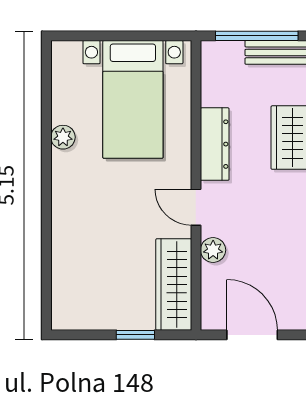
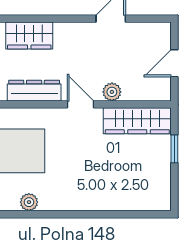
door: (196, 207) -> (80, 104), swing flipped
door: (252, 335) -> (174, 63), width x0.73

